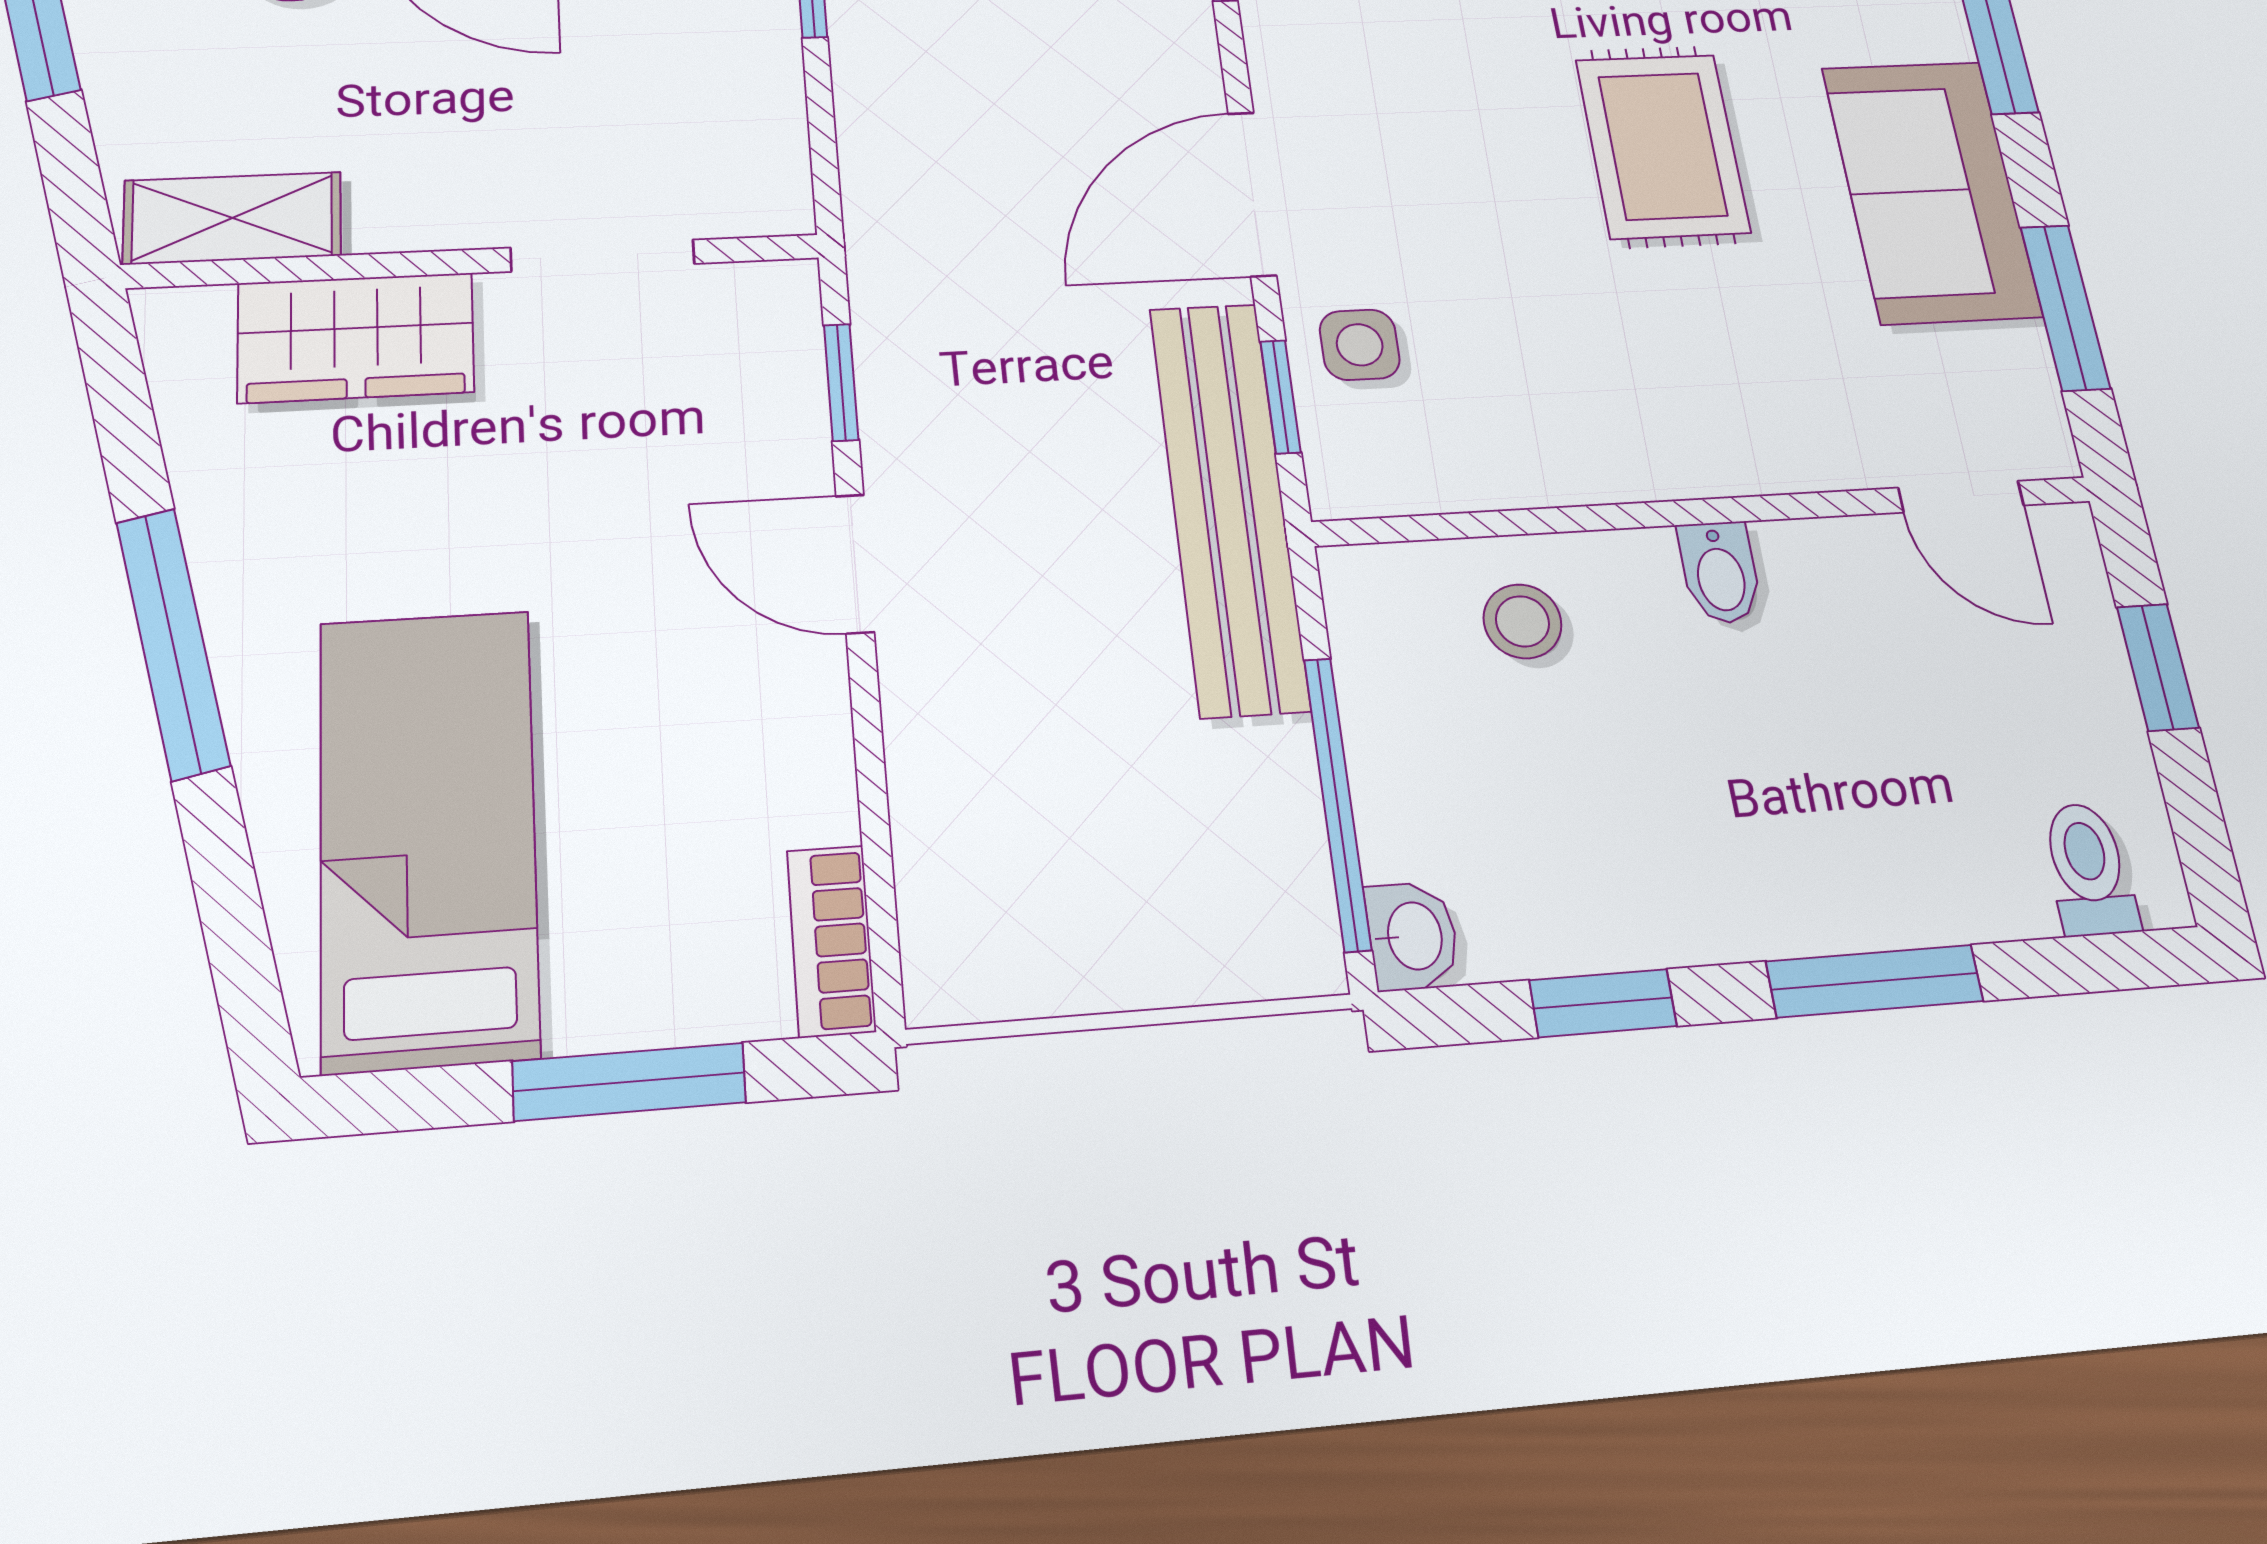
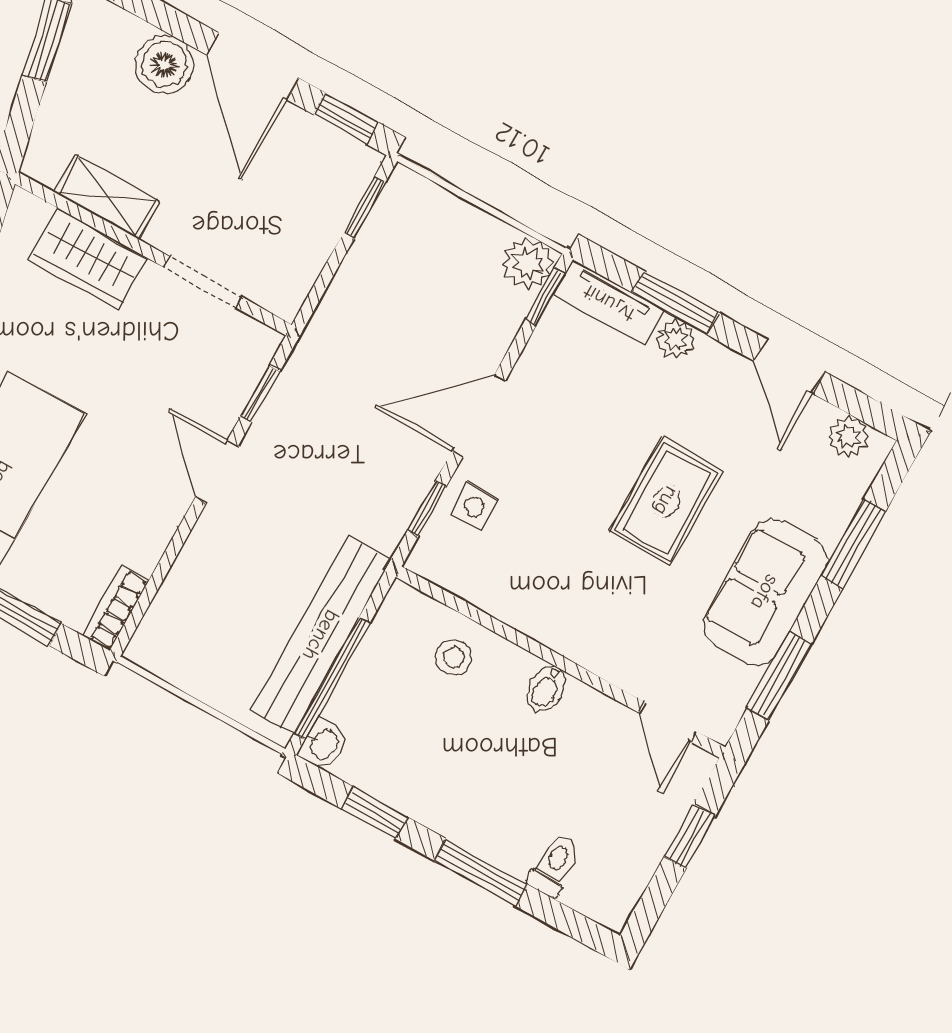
shelving: (232, 218) -> (107, 197), moved
bench: (1229, 505) -> (321, 635), moved
toilet: (2089, 869) -> (554, 865), moved

